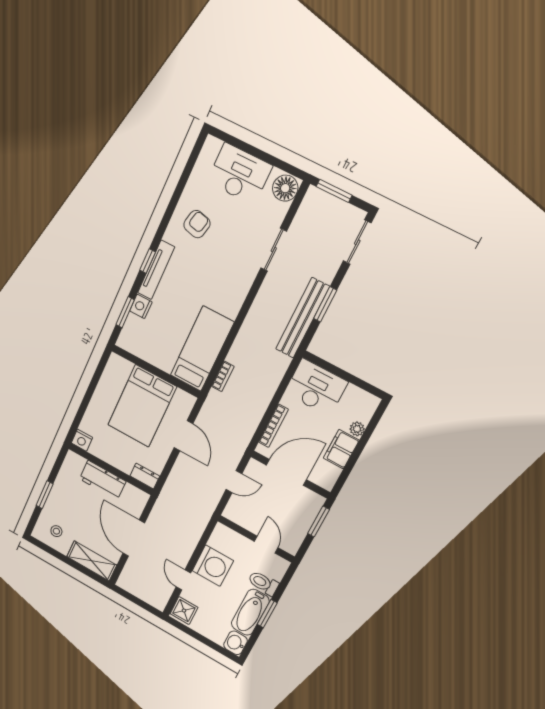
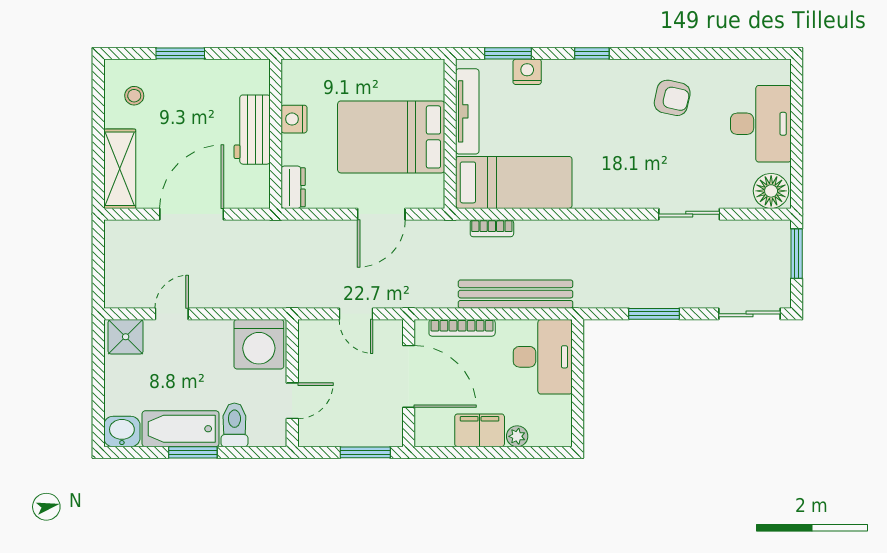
tv unit: (156, 270) -> (467, 111), moved, turned -90
bench: (302, 318) -> (516, 294), moved
nightstand: (82, 440) -> (294, 119), moved
washing machine: (213, 566) -> (259, 344), moved

